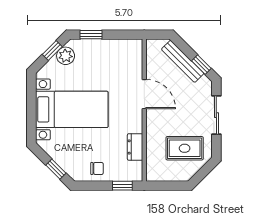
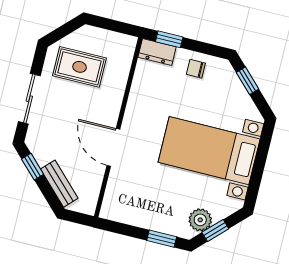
bench: (183, 61) -> (59, 184), width x0.73
dresser: (135, 147) -> (157, 52), moved, turned 90

